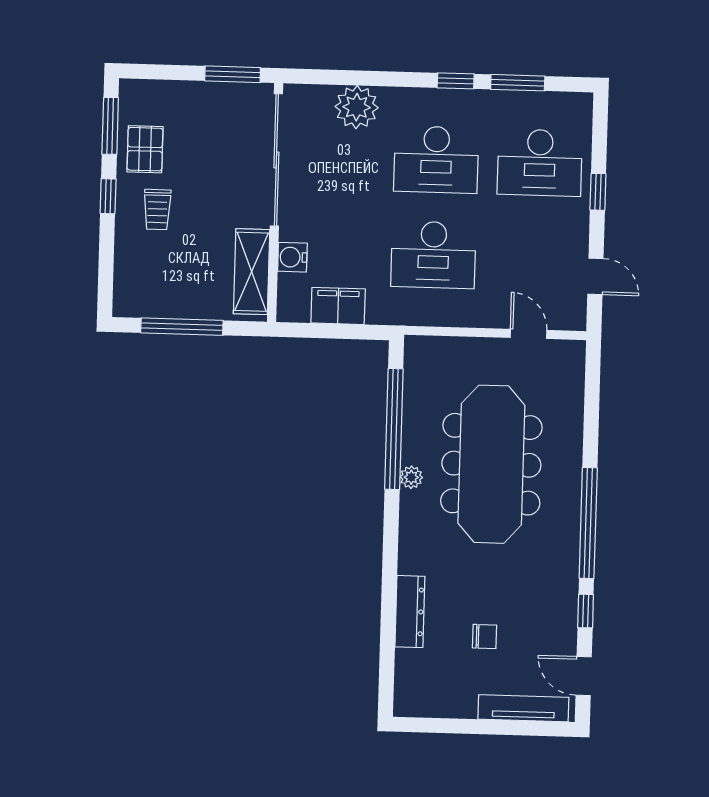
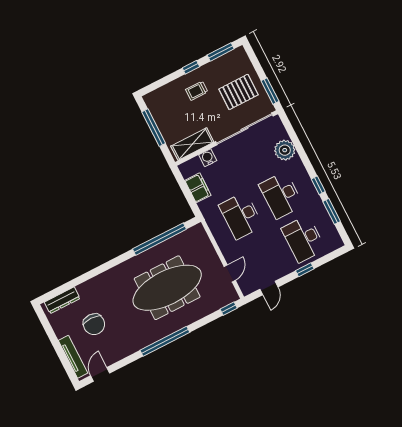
pallet: (145, 149) -> (239, 92), moved, width x1.50, depth x1.42
plant: (411, 477) -> (143, 257), removed
window: (586, 611) -> (229, 309), moved
dresser: (410, 612) -> (62, 300), moved
chair: (485, 636) -> (94, 324), width x1.87, depth x1.87

